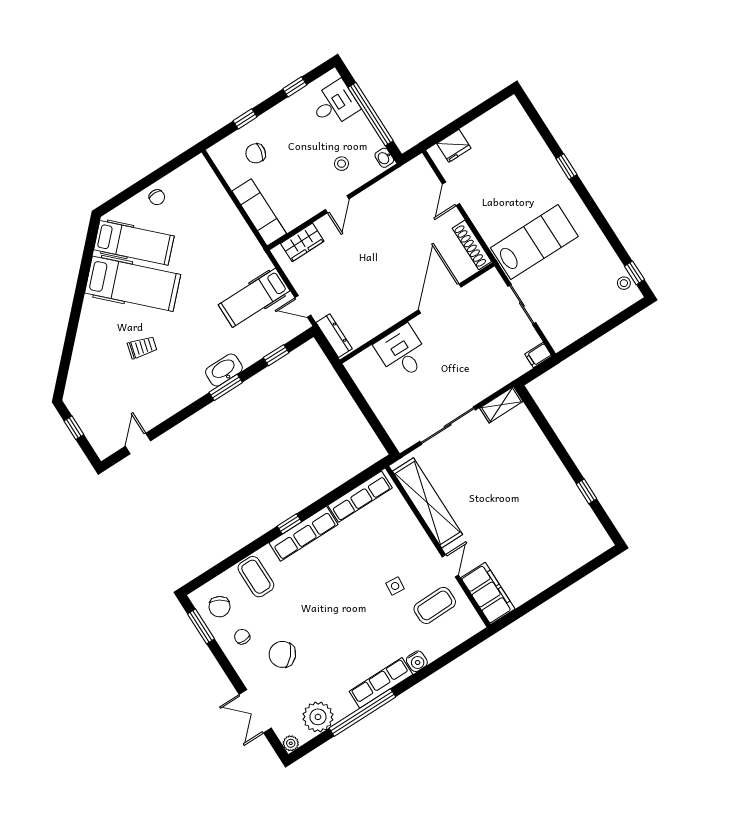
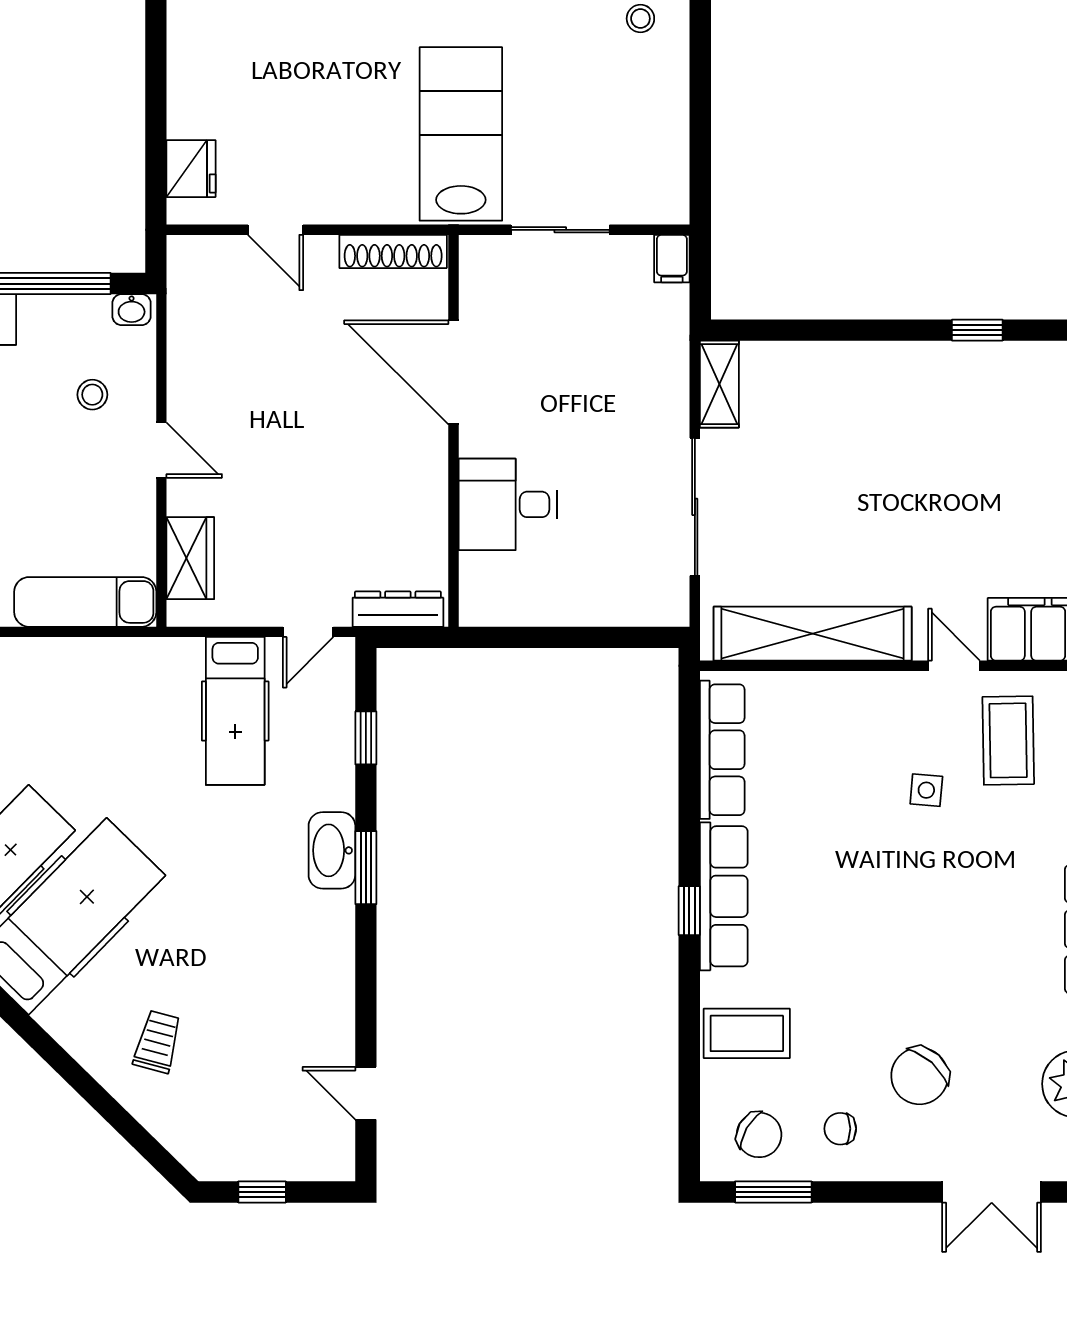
trolley: (142, 347) -> (157, 1042), moved

